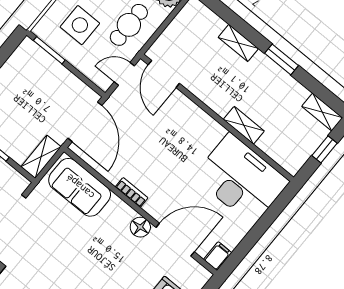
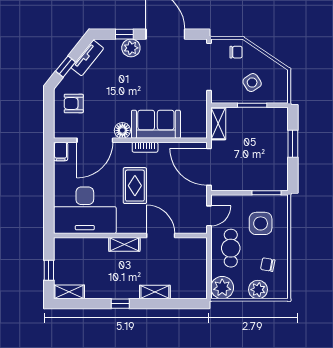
window: (282, 59) -> (120, 304), width x0.67
door: (164, 74) -> (161, 236), moved
shelving: (244, 125) -> (124, 244), moved
rug: (172, 163) -> (135, 186), added
sofa: (80, 187) -> (156, 124), moved

